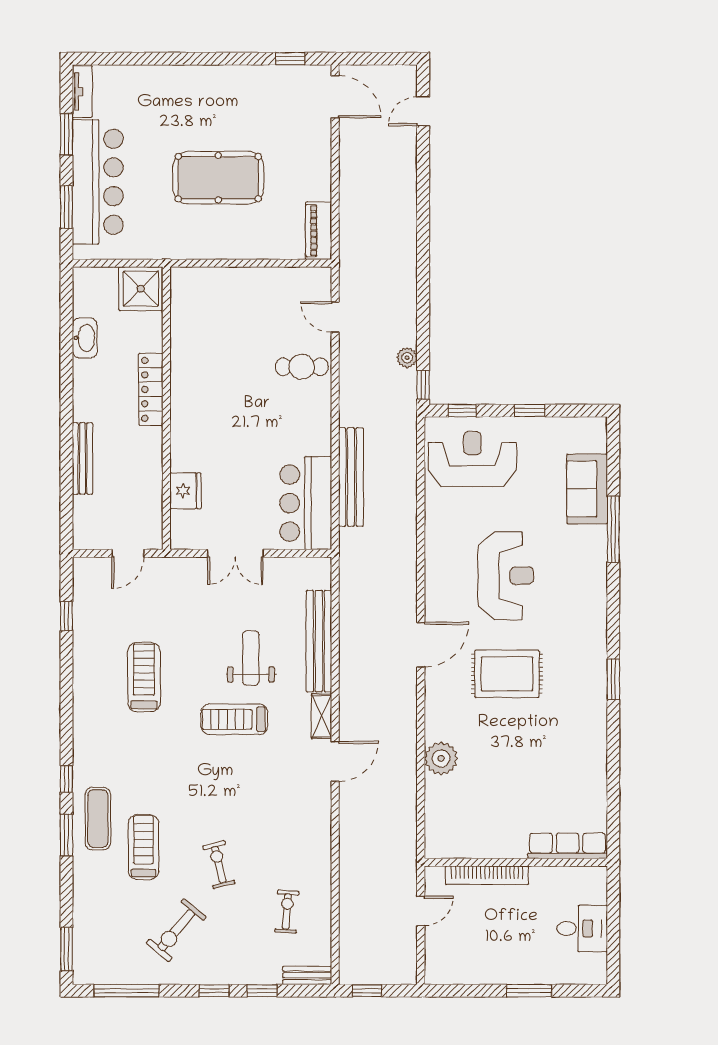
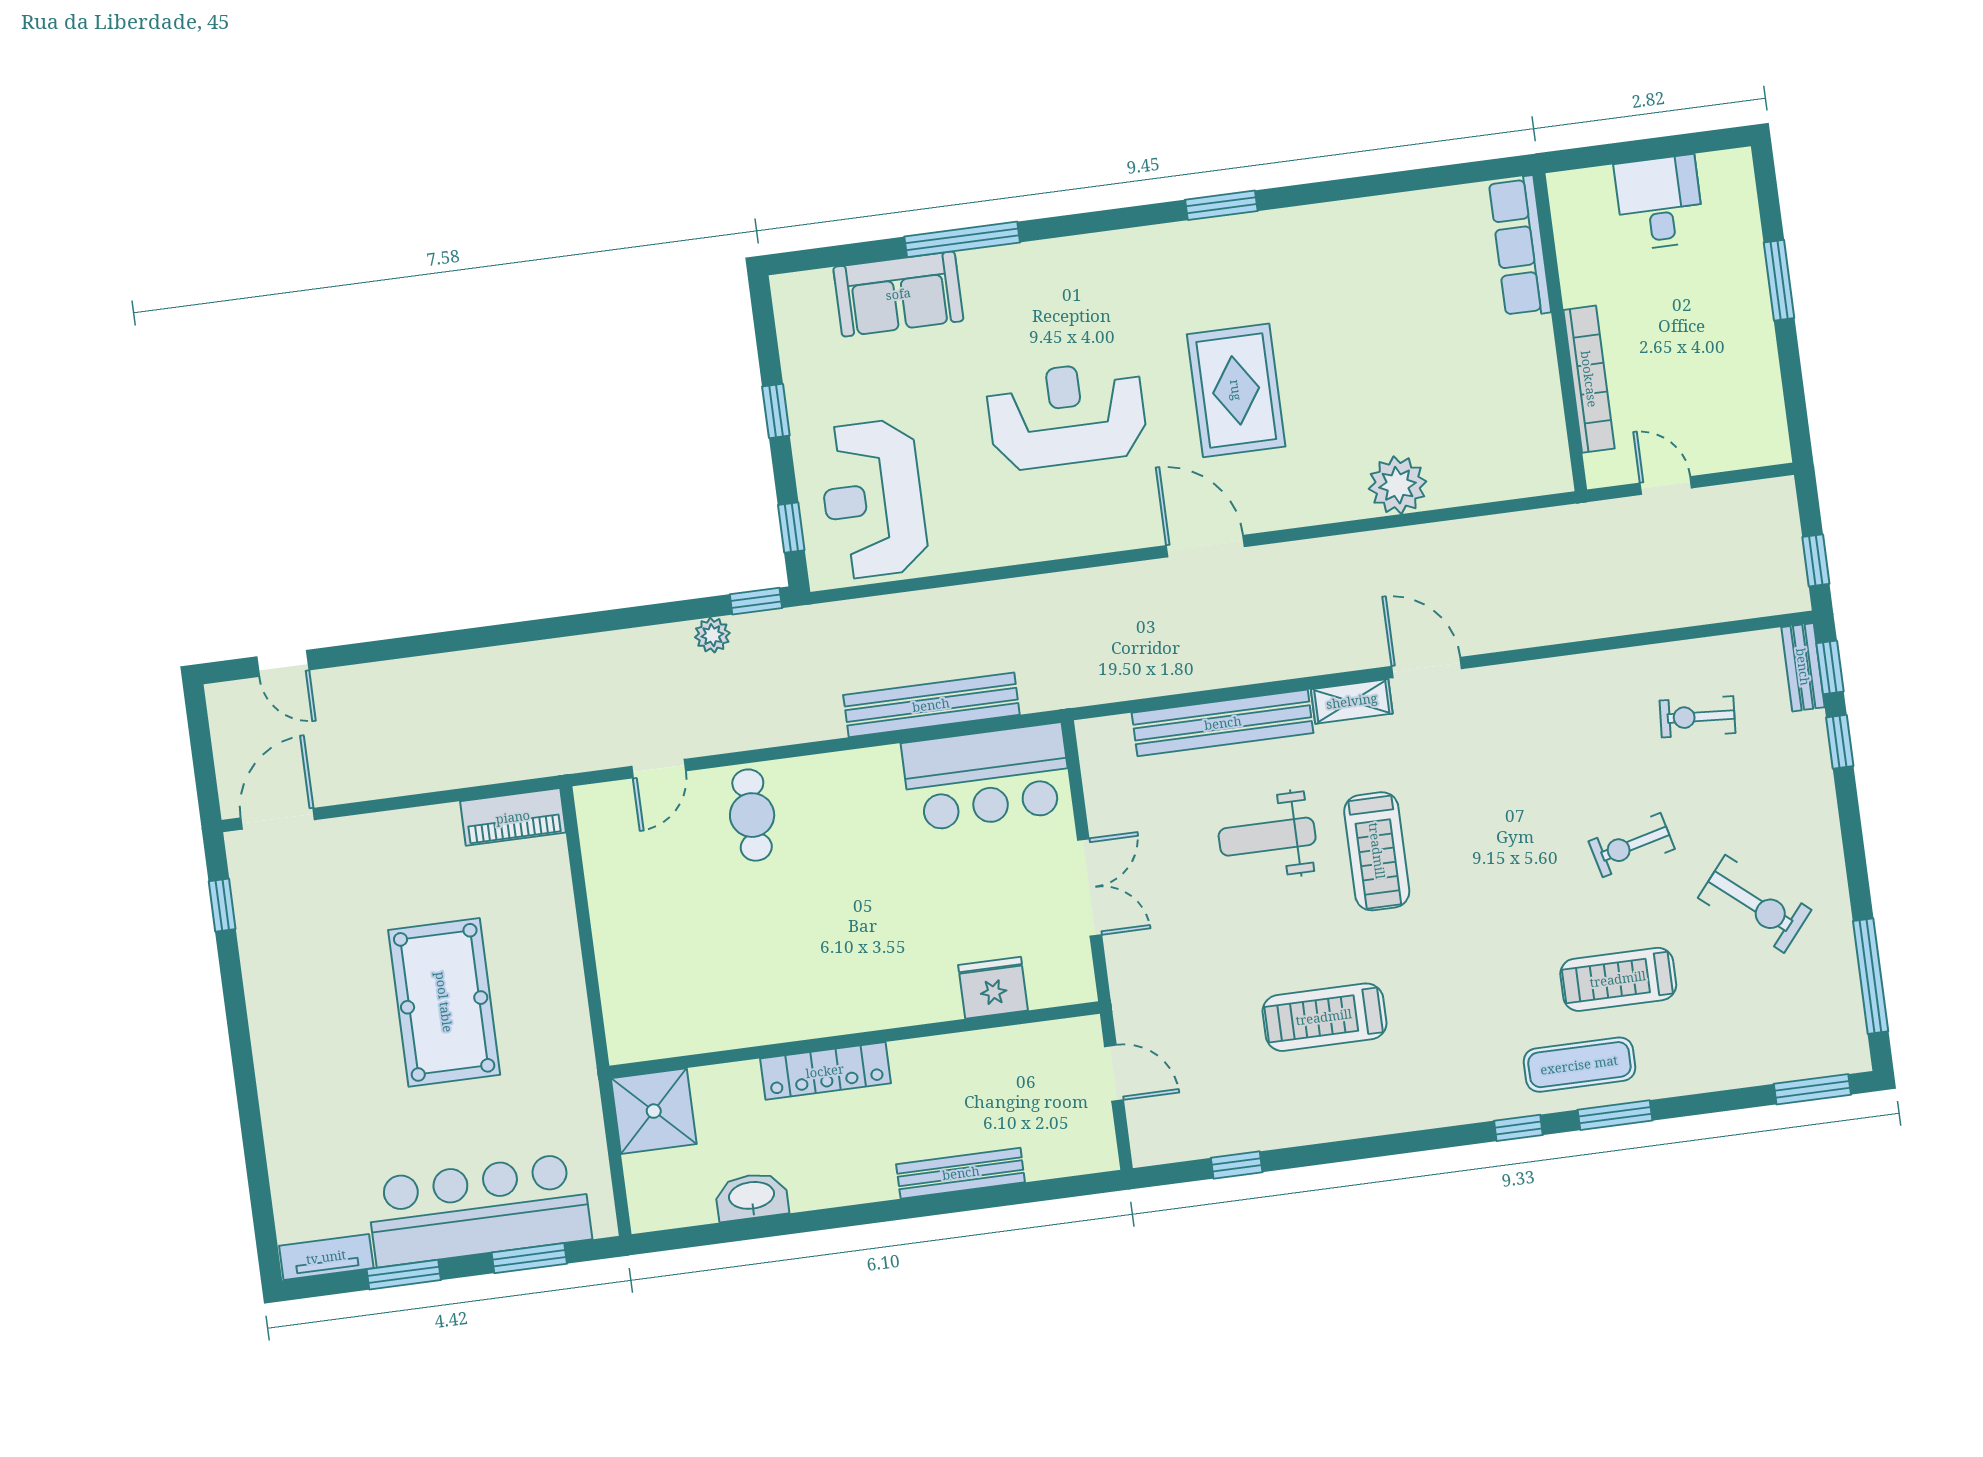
window: (214, 991) -> (1830, 667), moved

